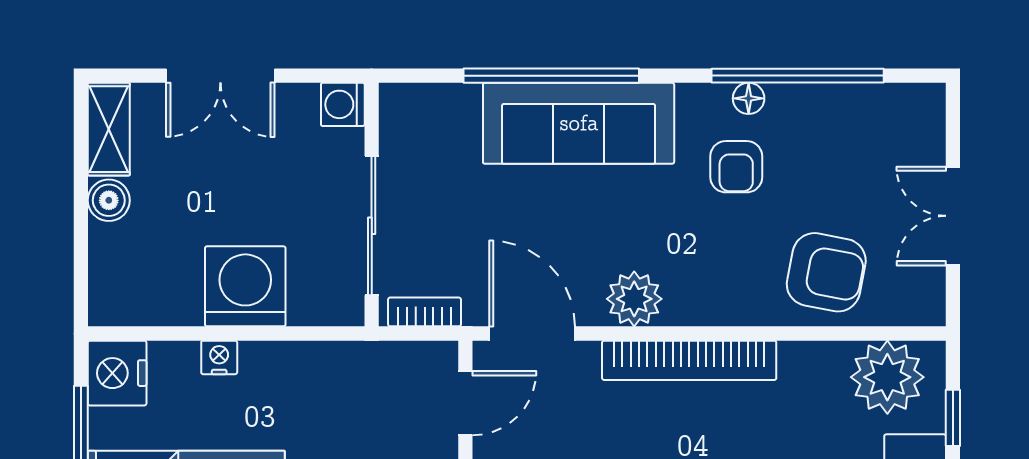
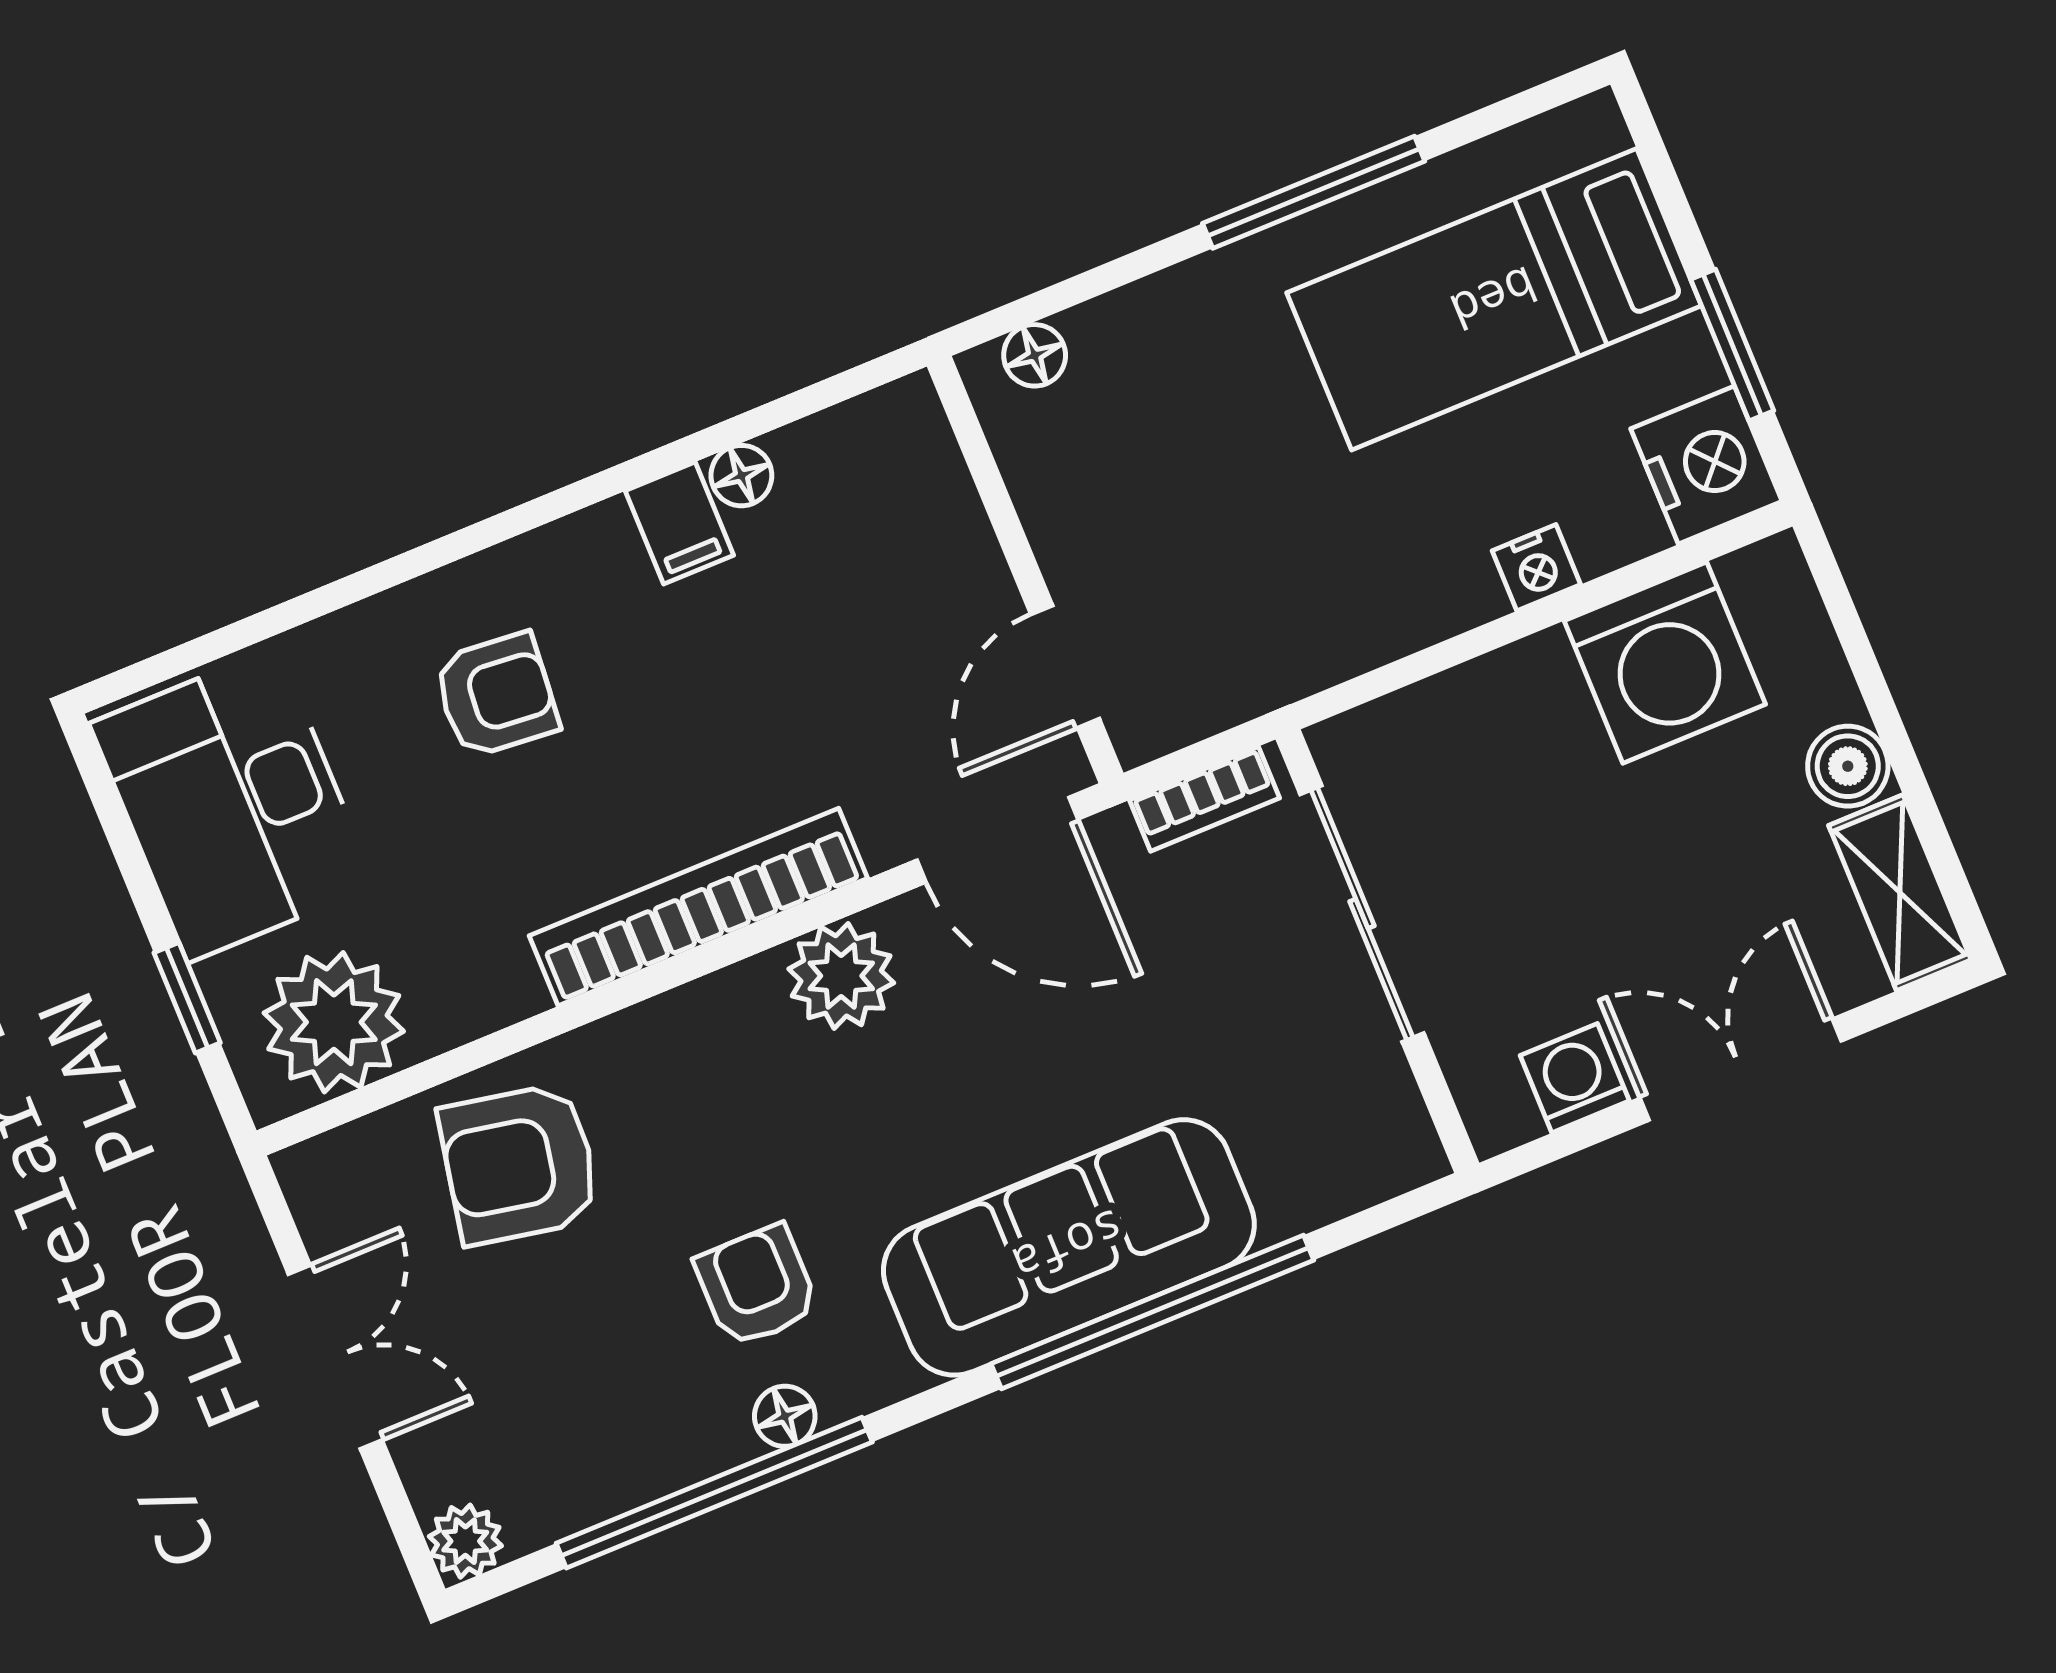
plant: (927, 102) -> (465, 1541), added
washing machine: (343, 104) -> (1575, 1078), moved, turned -90
washing machine: (245, 286) -> (1665, 663), moved

